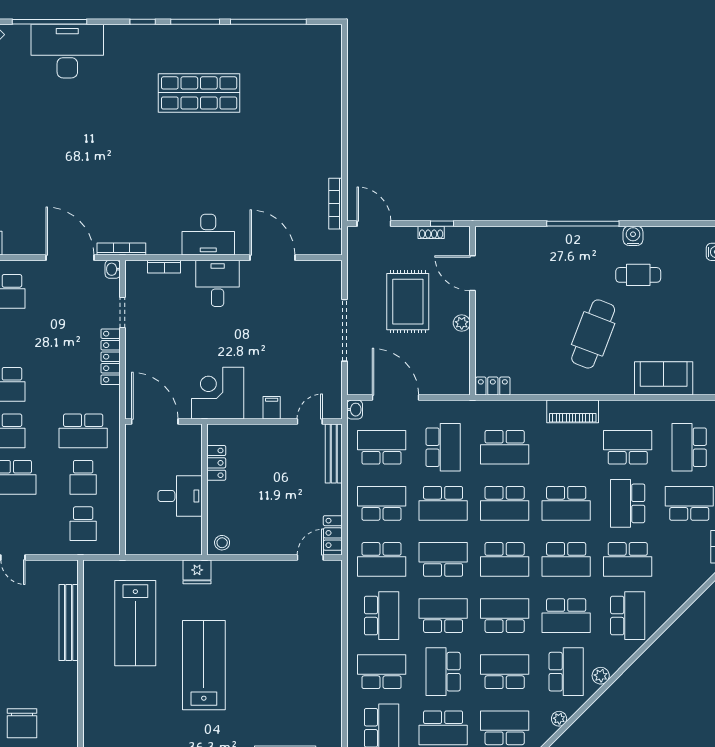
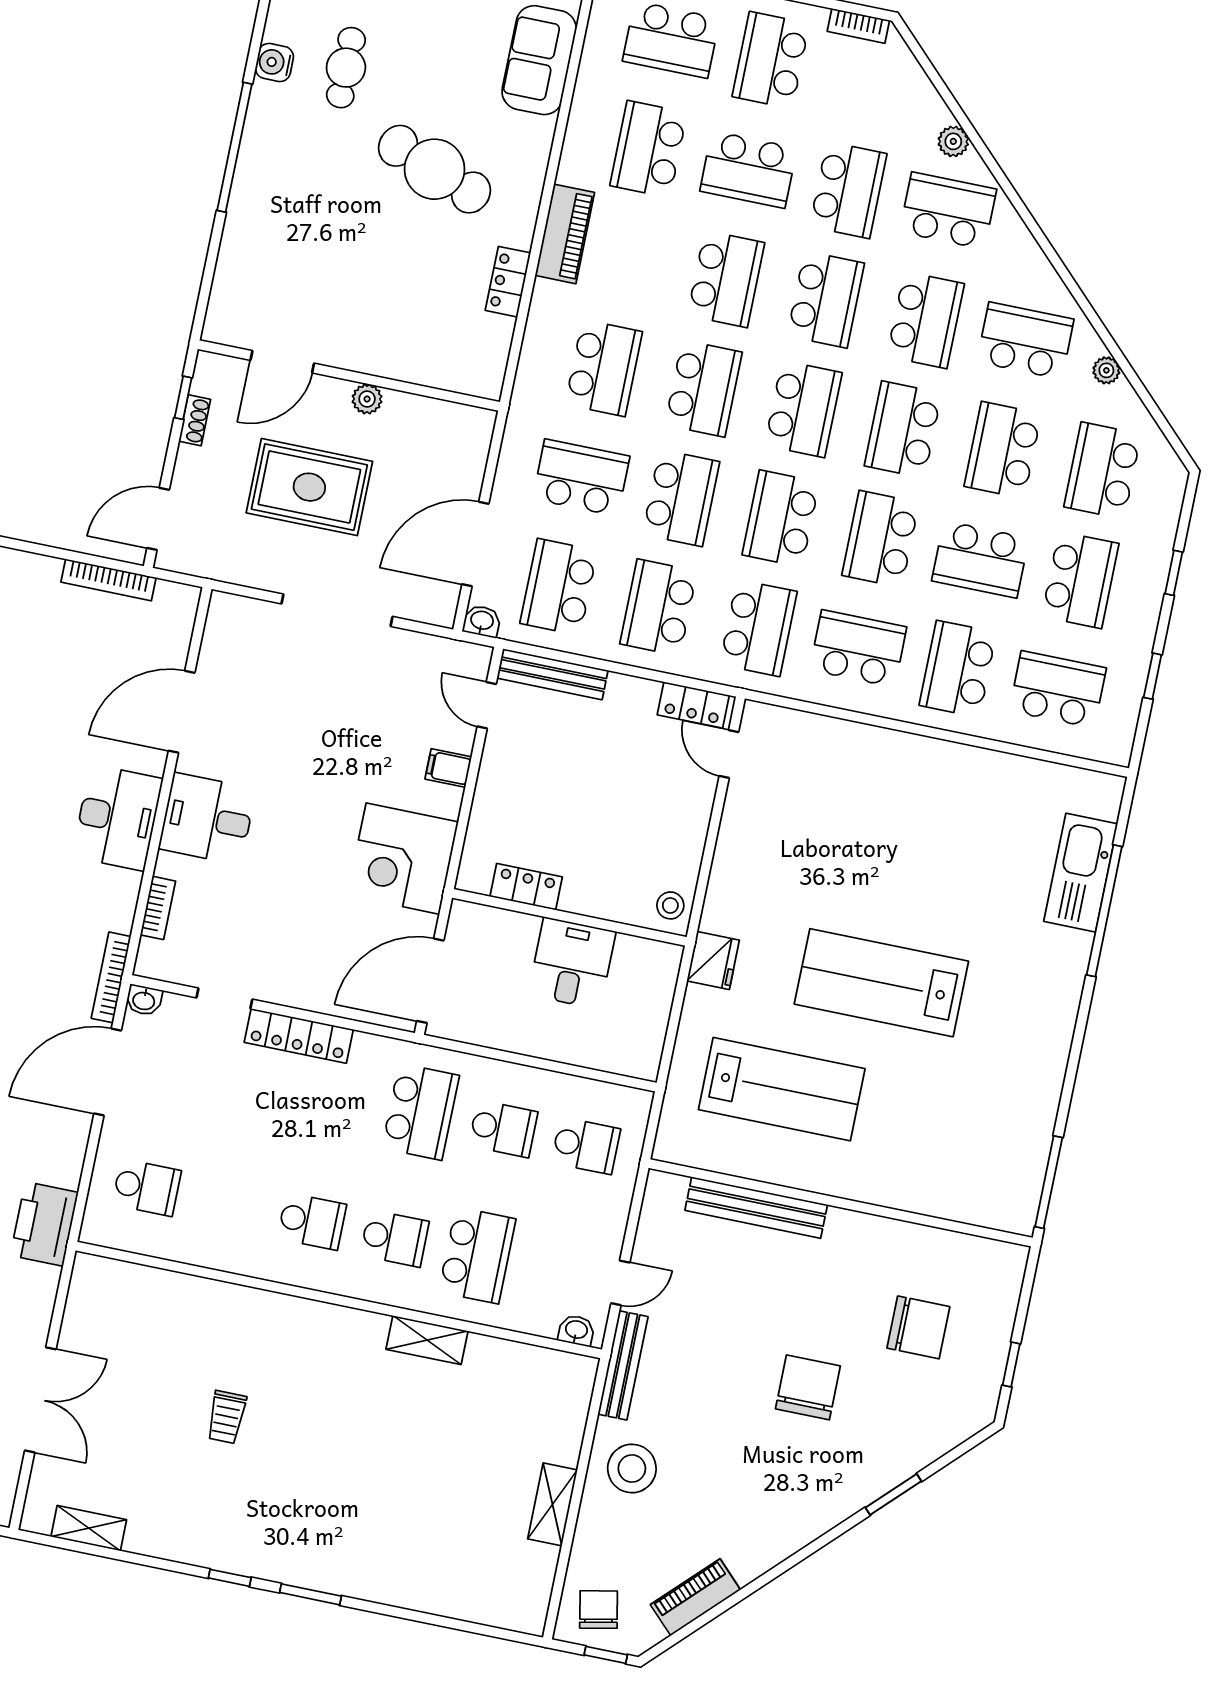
locker: (493, 386) -> (508, 282), moved
plant: (601, 676) -> (953, 141), moved

